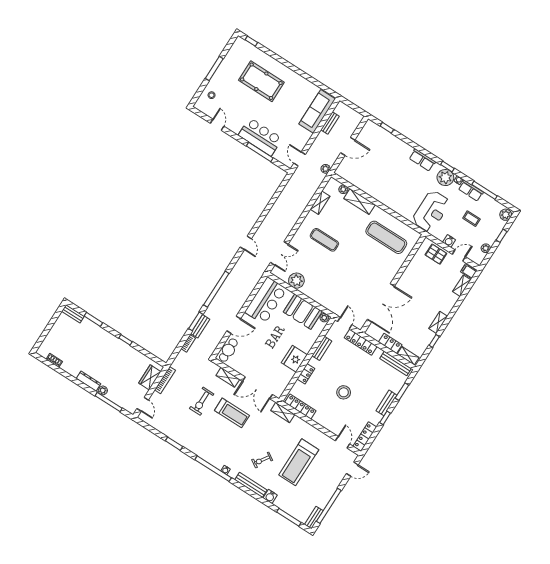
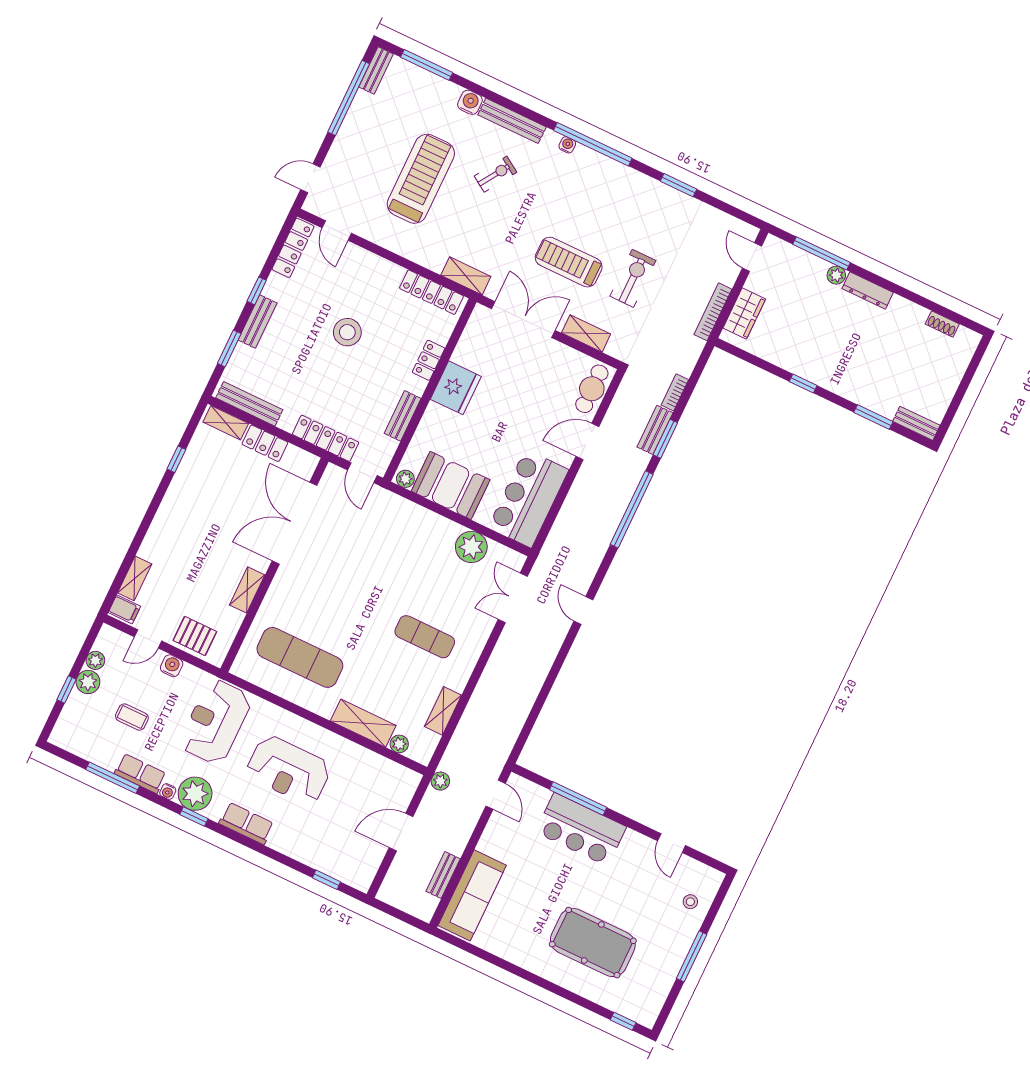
reception desk: (399, 183) -> (289, 770), added
plant: (506, 215) -> (88, 682), moved
shelving: (438, 322) -> (247, 590), moved

